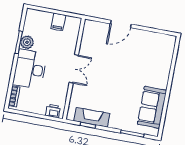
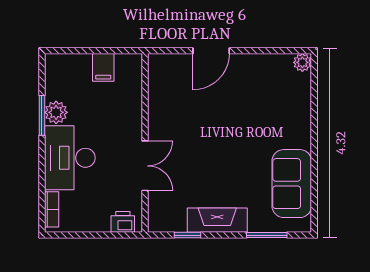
plant: (171, 40) -> (302, 62), added
double door: (74, 69) -> (145, 166), moved
fireplace: (92, 117) -> (217, 220), moved

